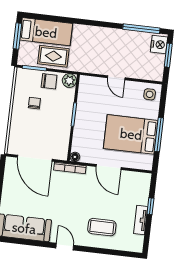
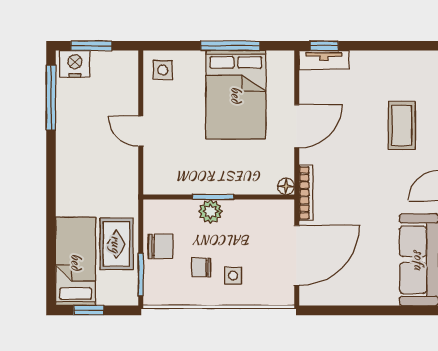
window: (17, 36) -> (89, 310), width x0.67
door: (116, 78) -> (141, 131), swing flipped
chair: (49, 81) -> (161, 246), turned 90
plant: (69, 81) -> (211, 211), moved
side table: (28, 121) -> (233, 276), added
window: (150, 206) -> (324, 46), moved
tv unit: (141, 220) -> (324, 60), moved

